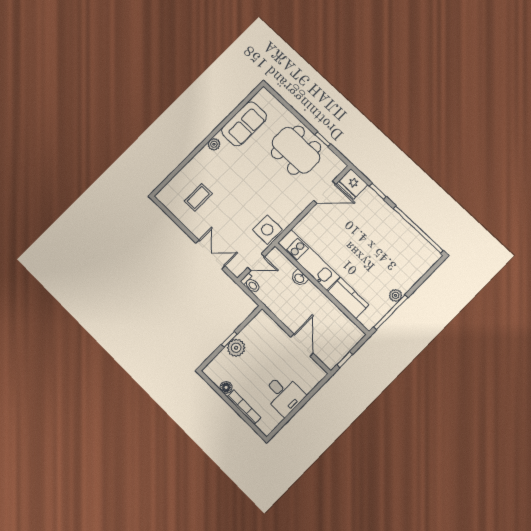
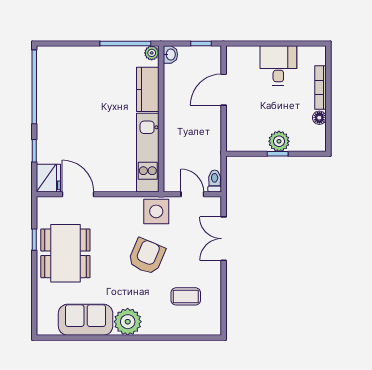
plant: (214, 144) -> (128, 322), width x1.87, depth x1.87
armchair: (246, 197) -> (147, 256), added
washbasin: (299, 278) -> (170, 55), moved
plant: (396, 295) -> (152, 53), moved

